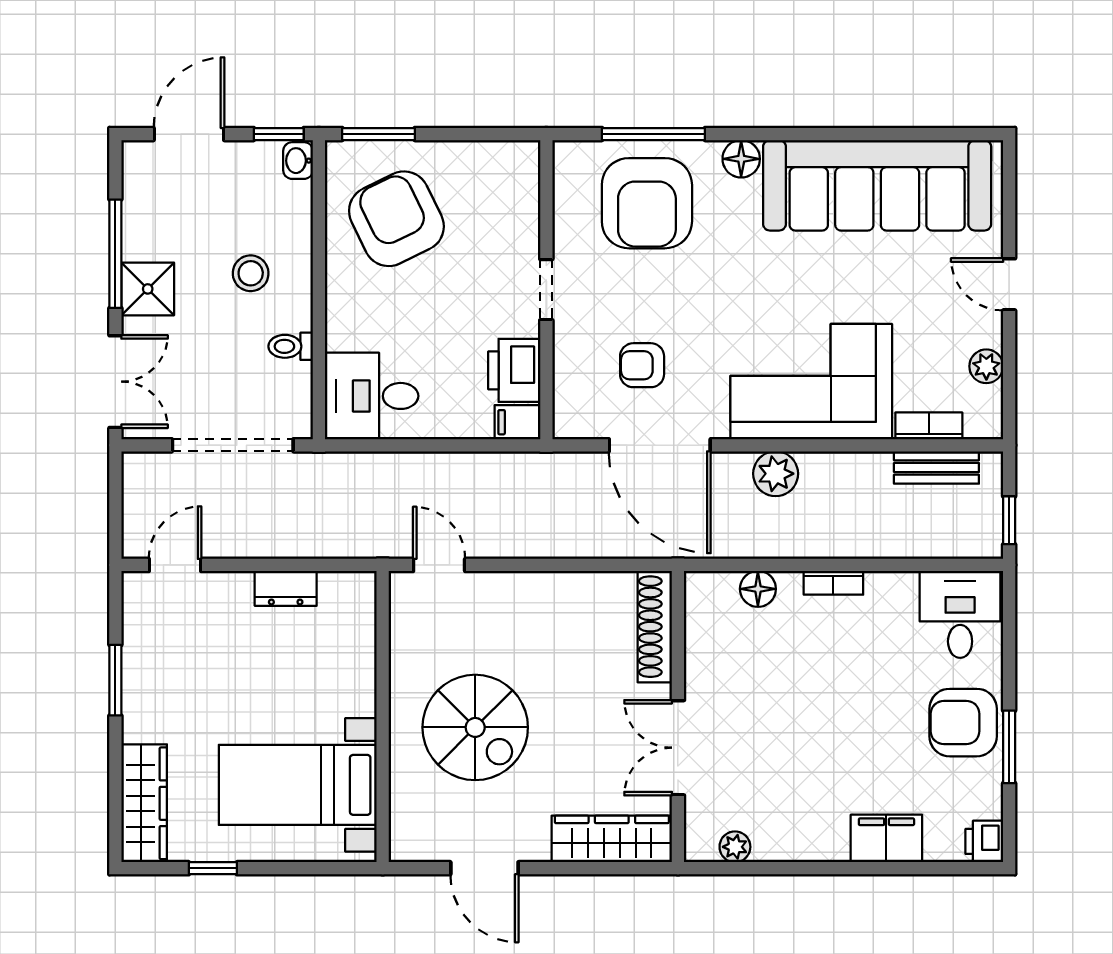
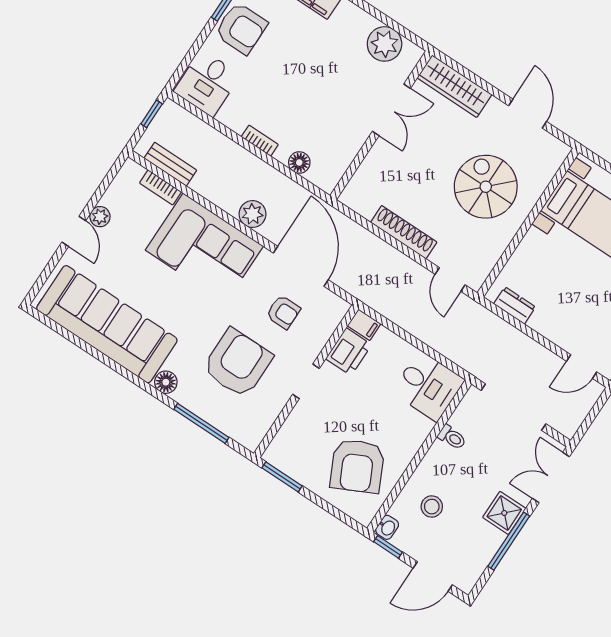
window: (379, 134) -> (282, 477), moved
armchair: (647, 203) -> (237, 363), moved
stool: (251, 273) -> (432, 507), moved
plant: (986, 366) -> (100, 217), moved
dresser: (286, 588) -> (515, 305), moved
shoe rack: (655, 627) -> (404, 232), moved, turned -90
plant: (735, 847) -> (385, 44), width x1.88, depth x1.88

